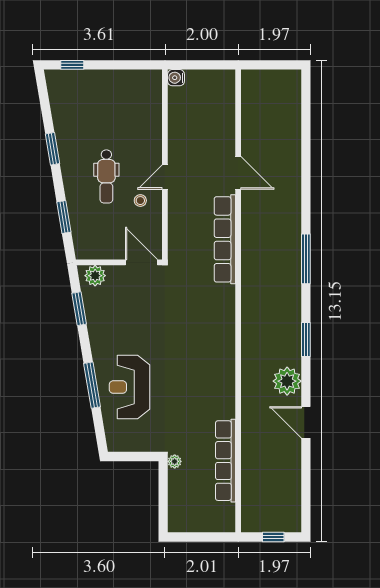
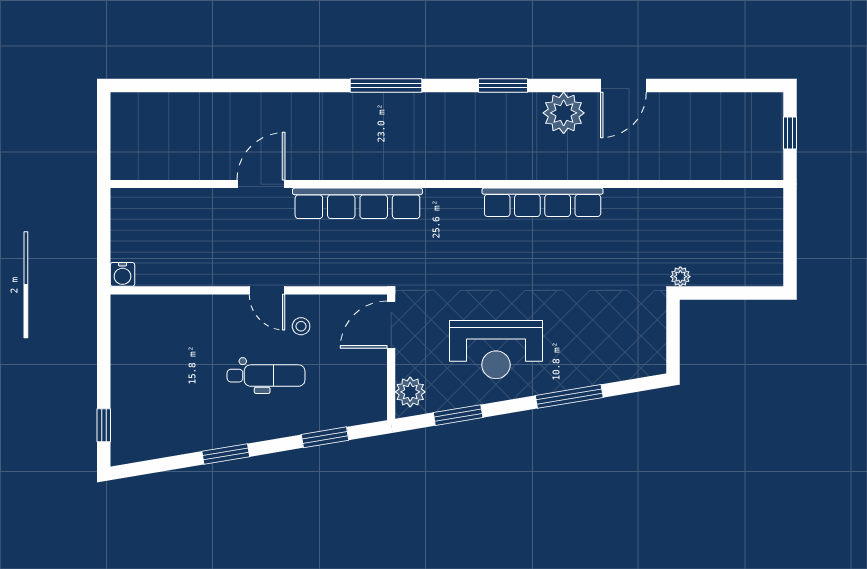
reception desk: (130, 387) -> (496, 350), moved
row of seats: (226, 461) -> (543, 202), moved

